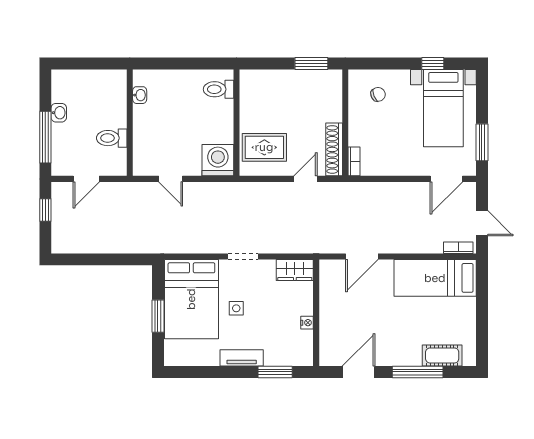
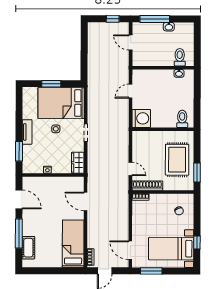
toilet: (112, 138) -> (180, 57), moved
rug: (264, 147) -> (177, 160), moved, width x1.36, depth x1.43

